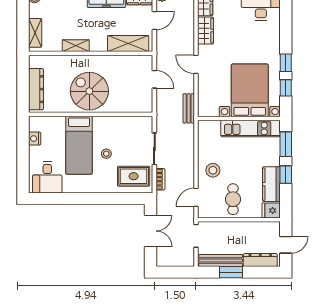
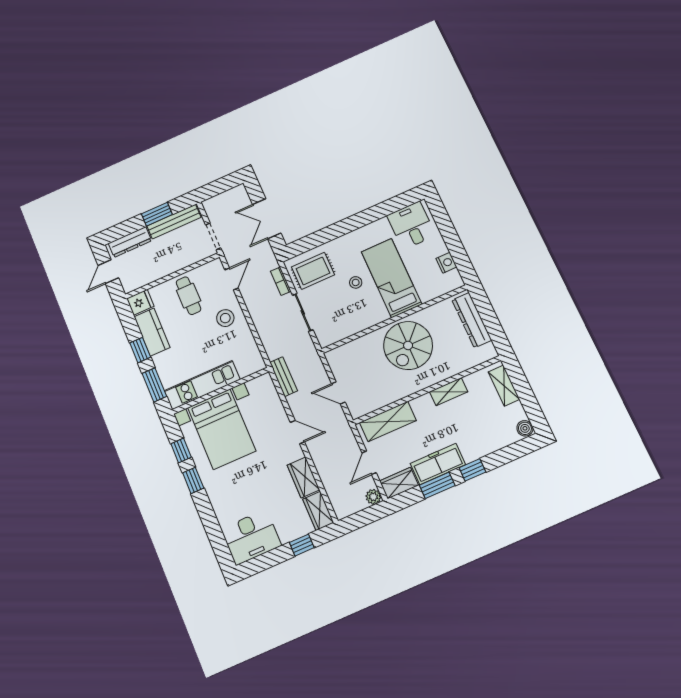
spiral stairs: (89, 91) -> (408, 345), turned 90

